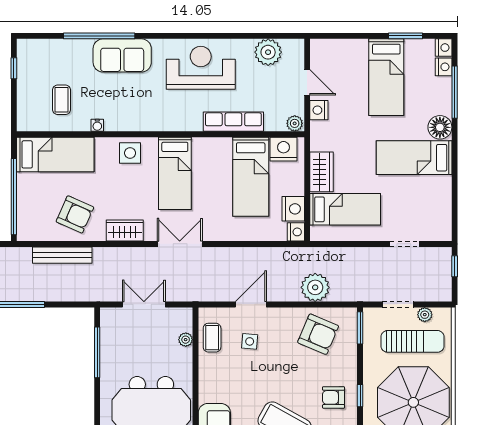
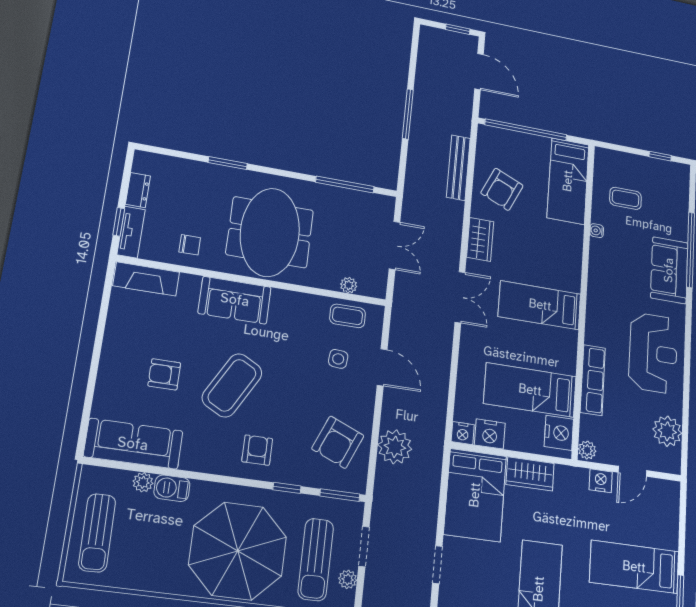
side table: (130, 153) -> (565, 260), removed
bed: (345, 209) -> (475, 495), width x1.50
window: (360, 396) -> (287, 488), moved

